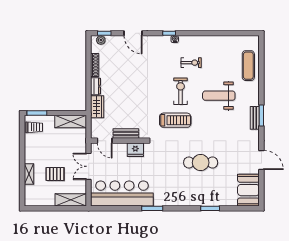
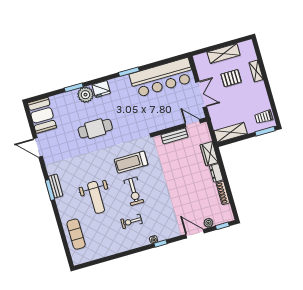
plant: (101, 40) -> (208, 223), moved
weight bench: (219, 96) -> (96, 197), turned 90
fridge: (135, 150) -> (101, 89), moved, turned 180
plant: (201, 198) -> (85, 95), added
shelving: (71, 200) -> (224, 54), moved

